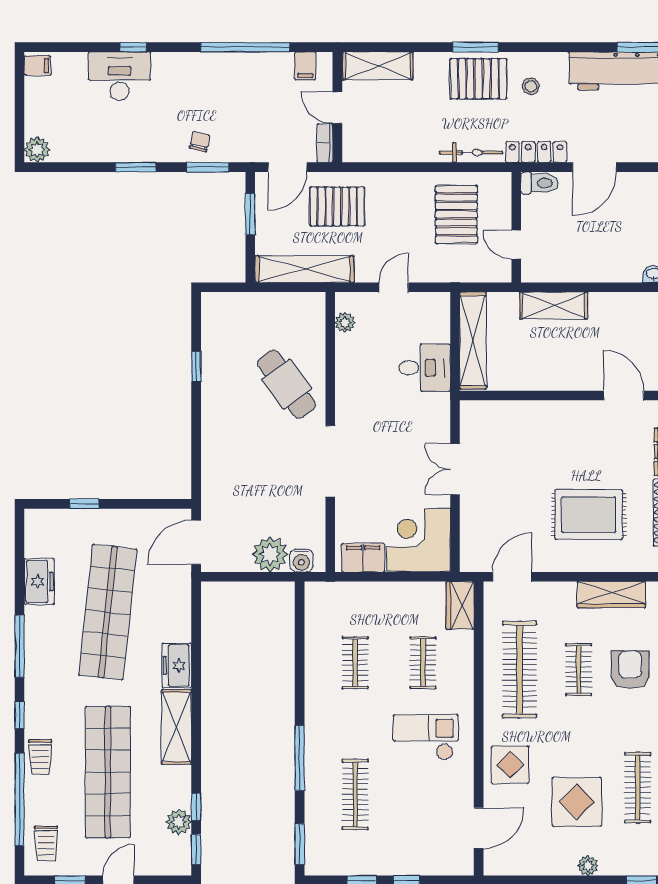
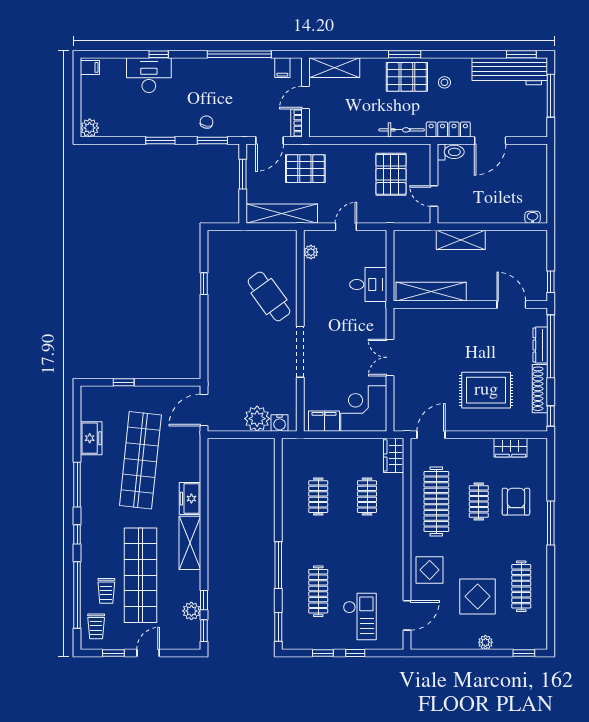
door: (337, 108) -> (305, 98), hinge flipped
shelving: (473, 341) -> (431, 292), moved, turned 90
wardrobe: (611, 595) -> (510, 448), width x0.67
checkout: (426, 737) -> (360, 616), moved, turned 90
trolley: (40, 757) -> (106, 591), moved

